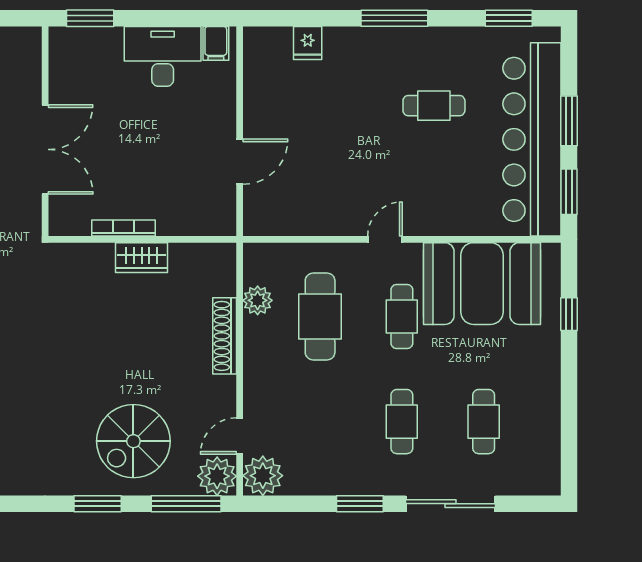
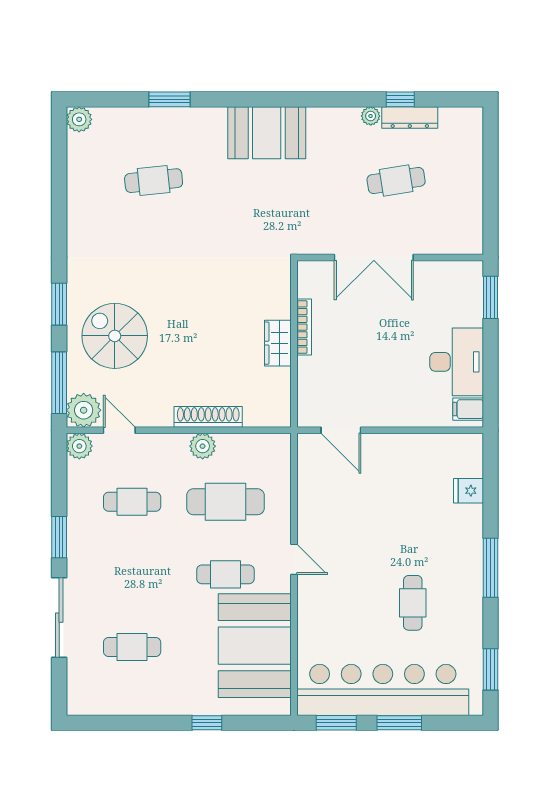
door: (240, 162) -> (341, 430), moved
plant: (258, 300) -> (203, 446), moved
window: (569, 314) -> (207, 723), moved
cafe table: (402, 422) -> (132, 502), moved
plant: (263, 476) -> (79, 446), width x0.73, depth x0.73

